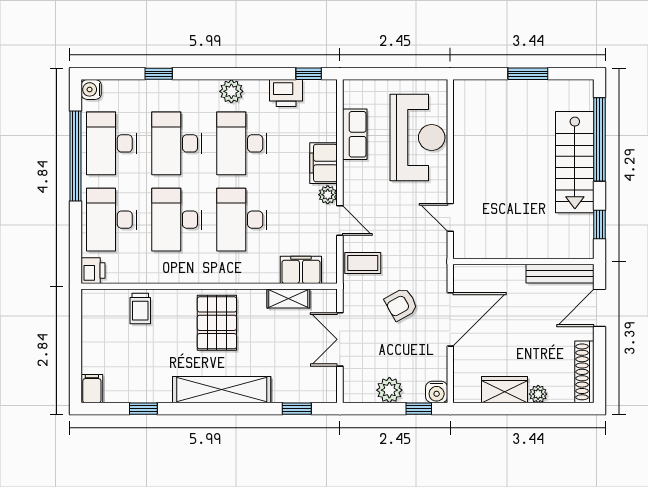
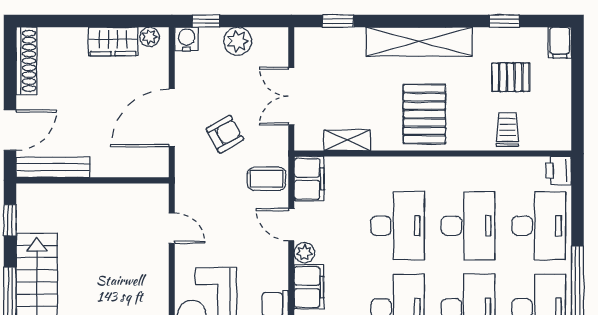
filing cabinet: (301, 270) -> (309, 179), moved, turned -90
double door: (340, 339) -> (291, 96), swing flipped
pallet: (137, 357) -> (511, 77), added
plant: (538, 394) -> (150, 37), moved

